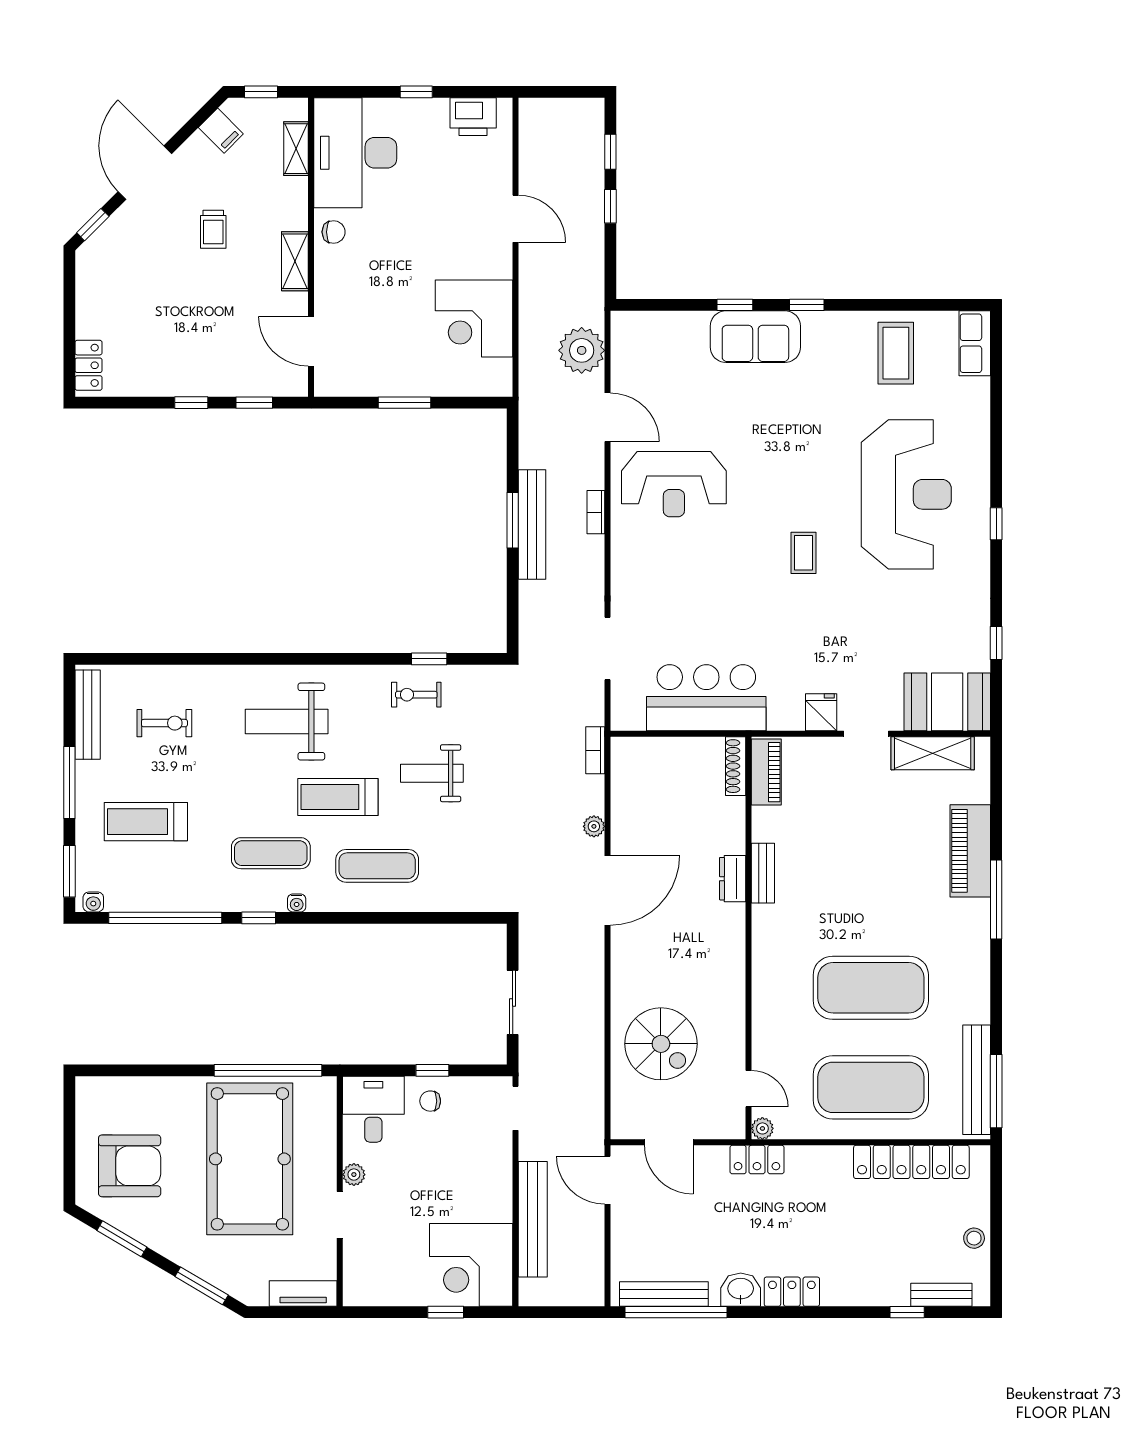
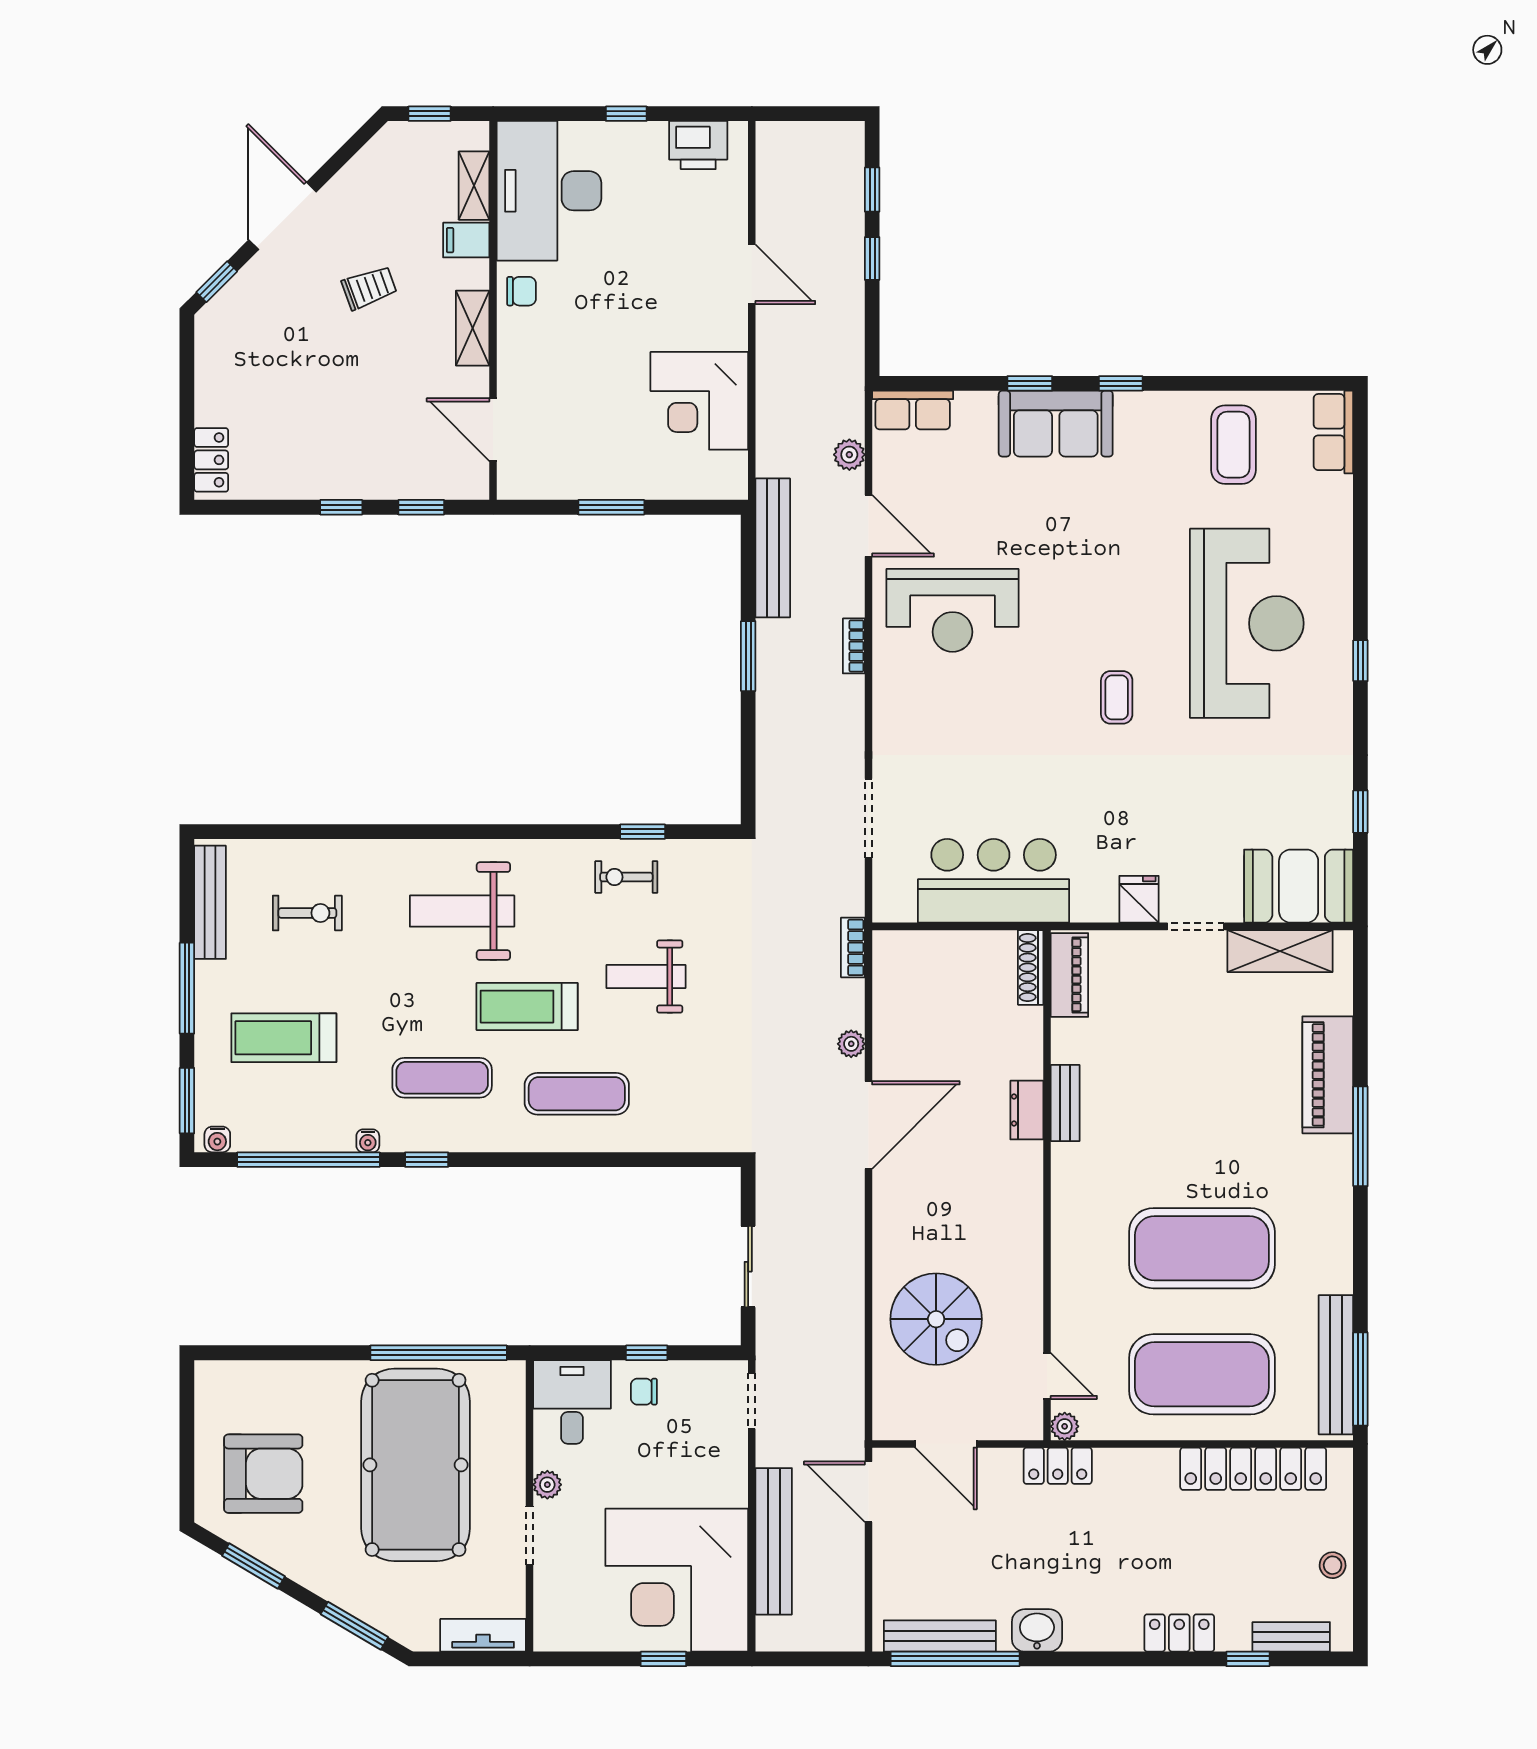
filing cabinet: (221, 131) -> (466, 240), moved, turned 135
trolley: (213, 229) -> (369, 288), turned -110
row of seats: (642, 326) -> (913, 410), added
plant: (582, 350) -> (849, 455), width x0.53, depth x0.53
bench: (532, 524) -> (773, 548), moved
water cooler: (297, 903) -> (368, 1141), moved
corner desk: (471, 1265) -> (677, 1580), width x1.36, depth x1.36
locker: (792, 1292) -> (1179, 1633), moved

